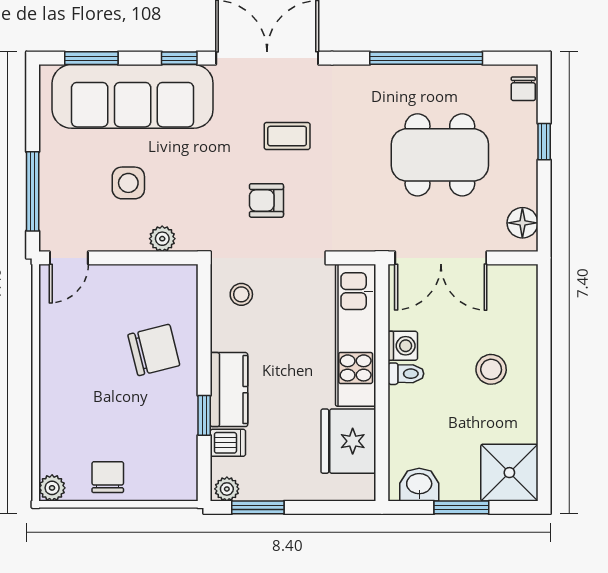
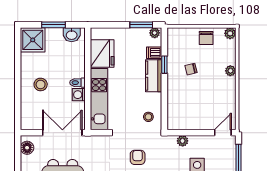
armchair: (266, 200) -> (138, 157), turned -90
chair: (154, 350) -> (191, 69), moved, width x0.54, depth x0.54
plant: (51, 401) -> (230, 71), added

